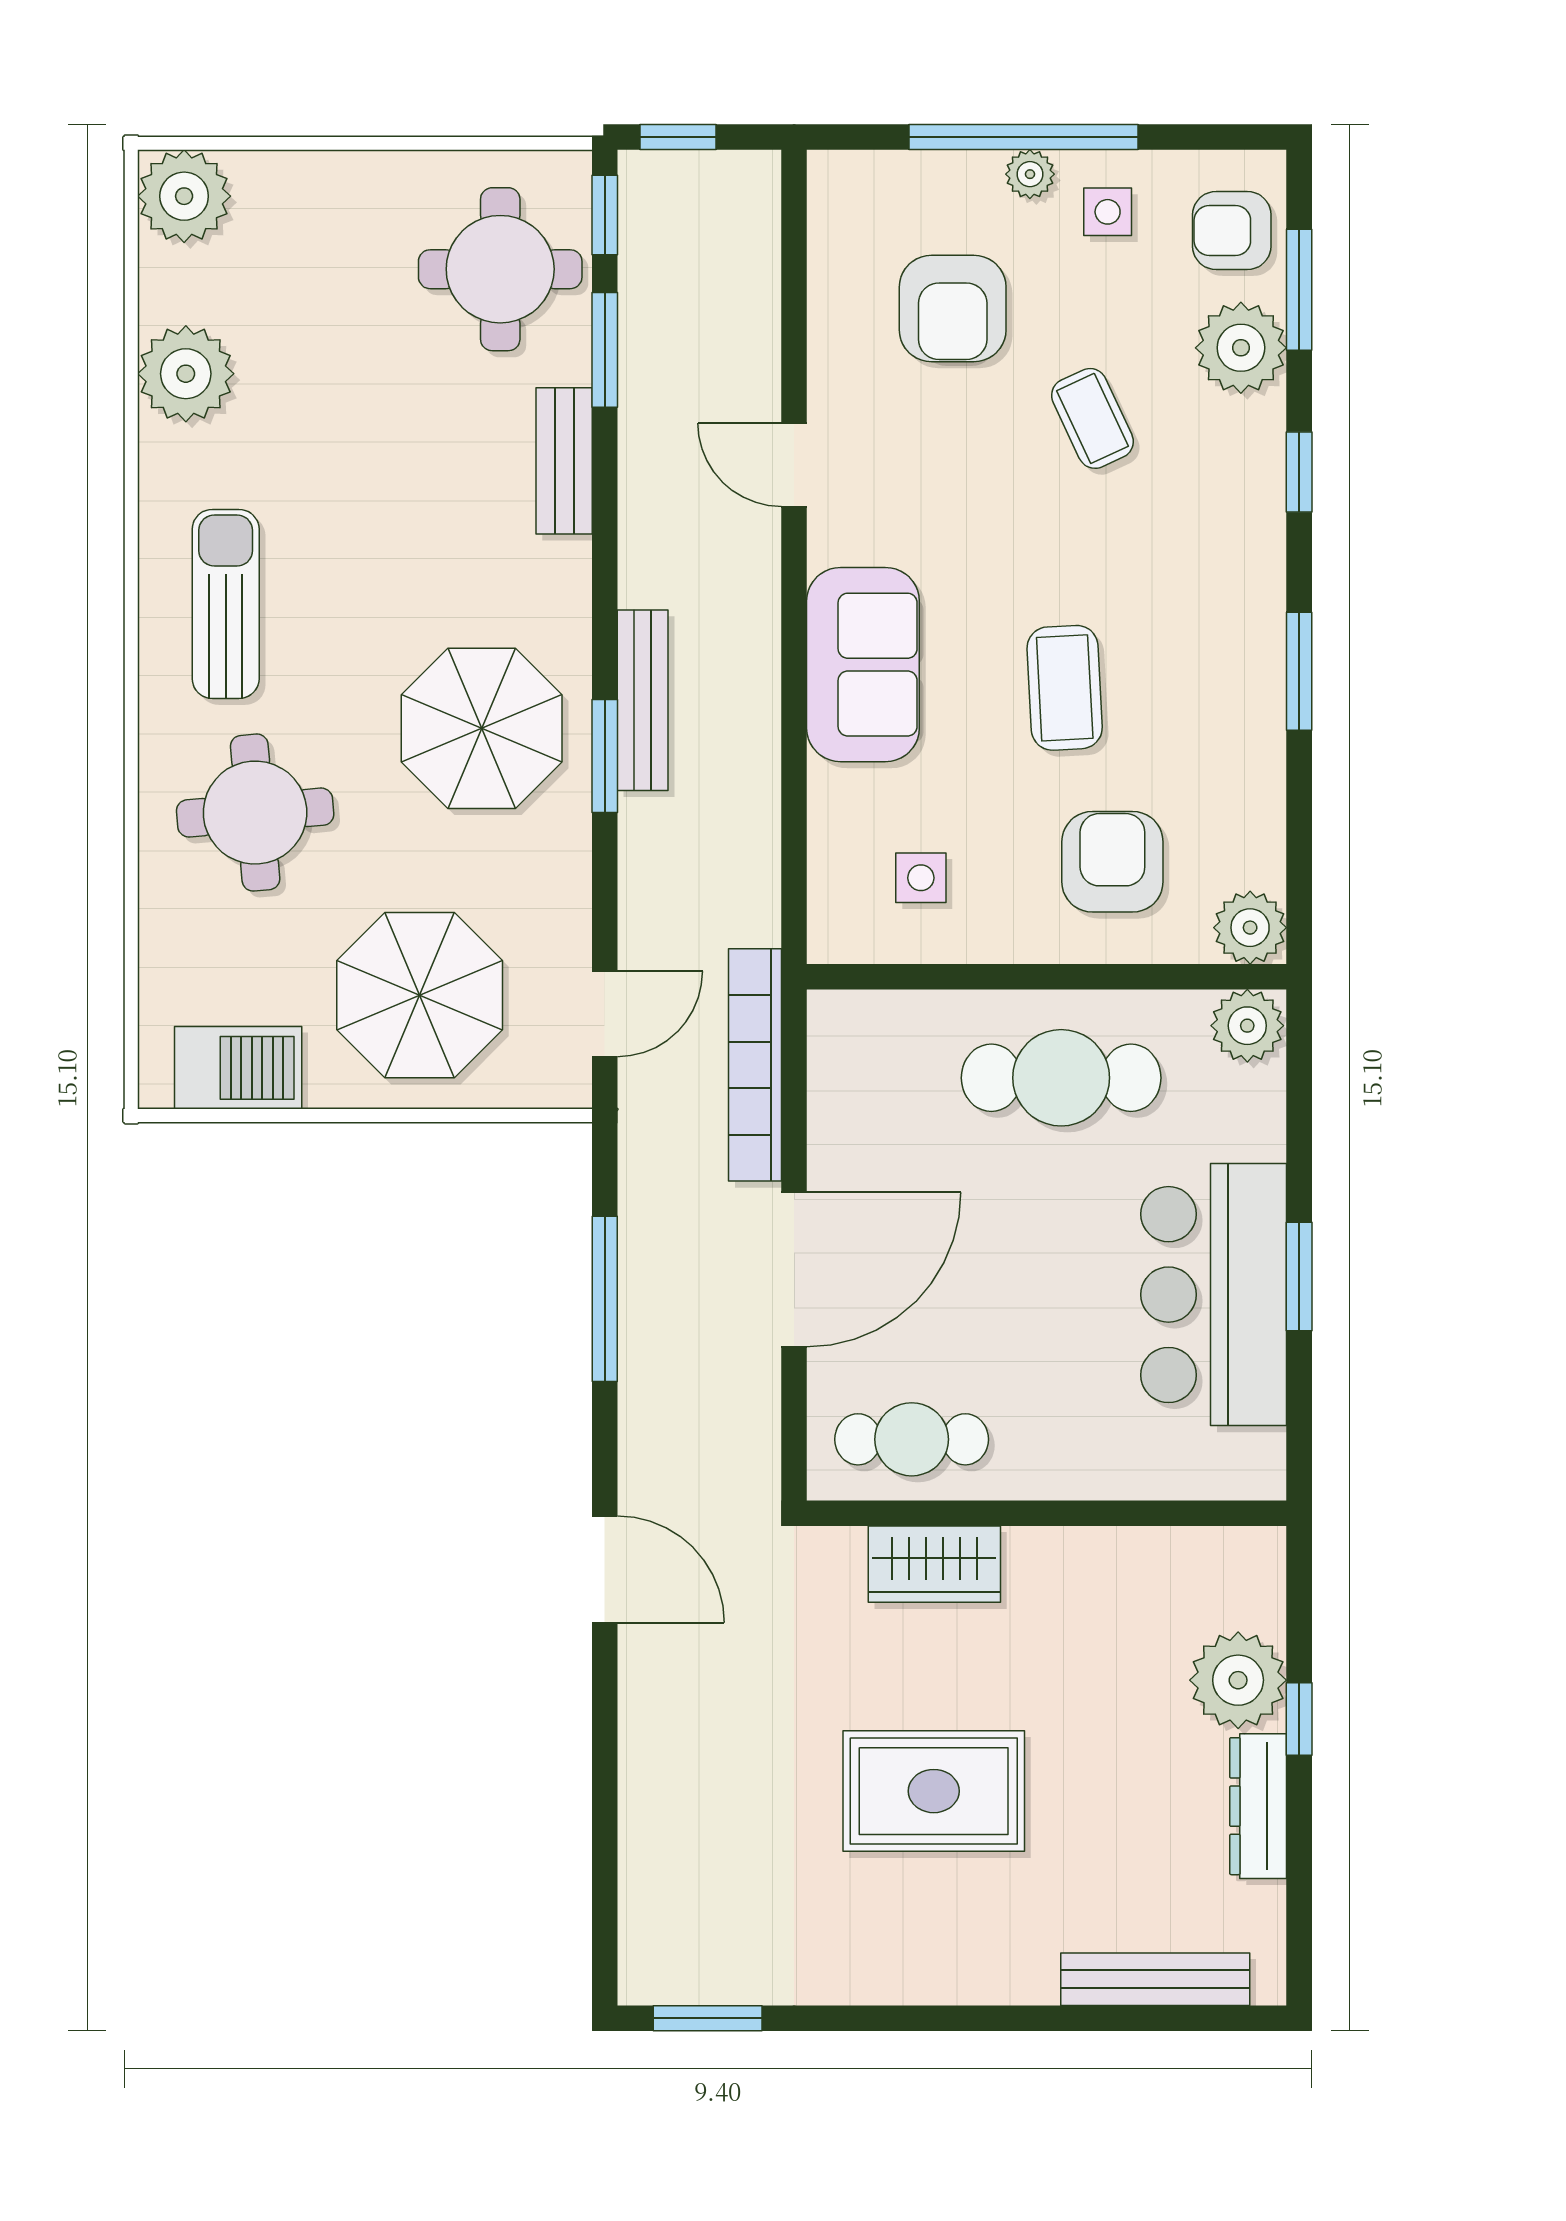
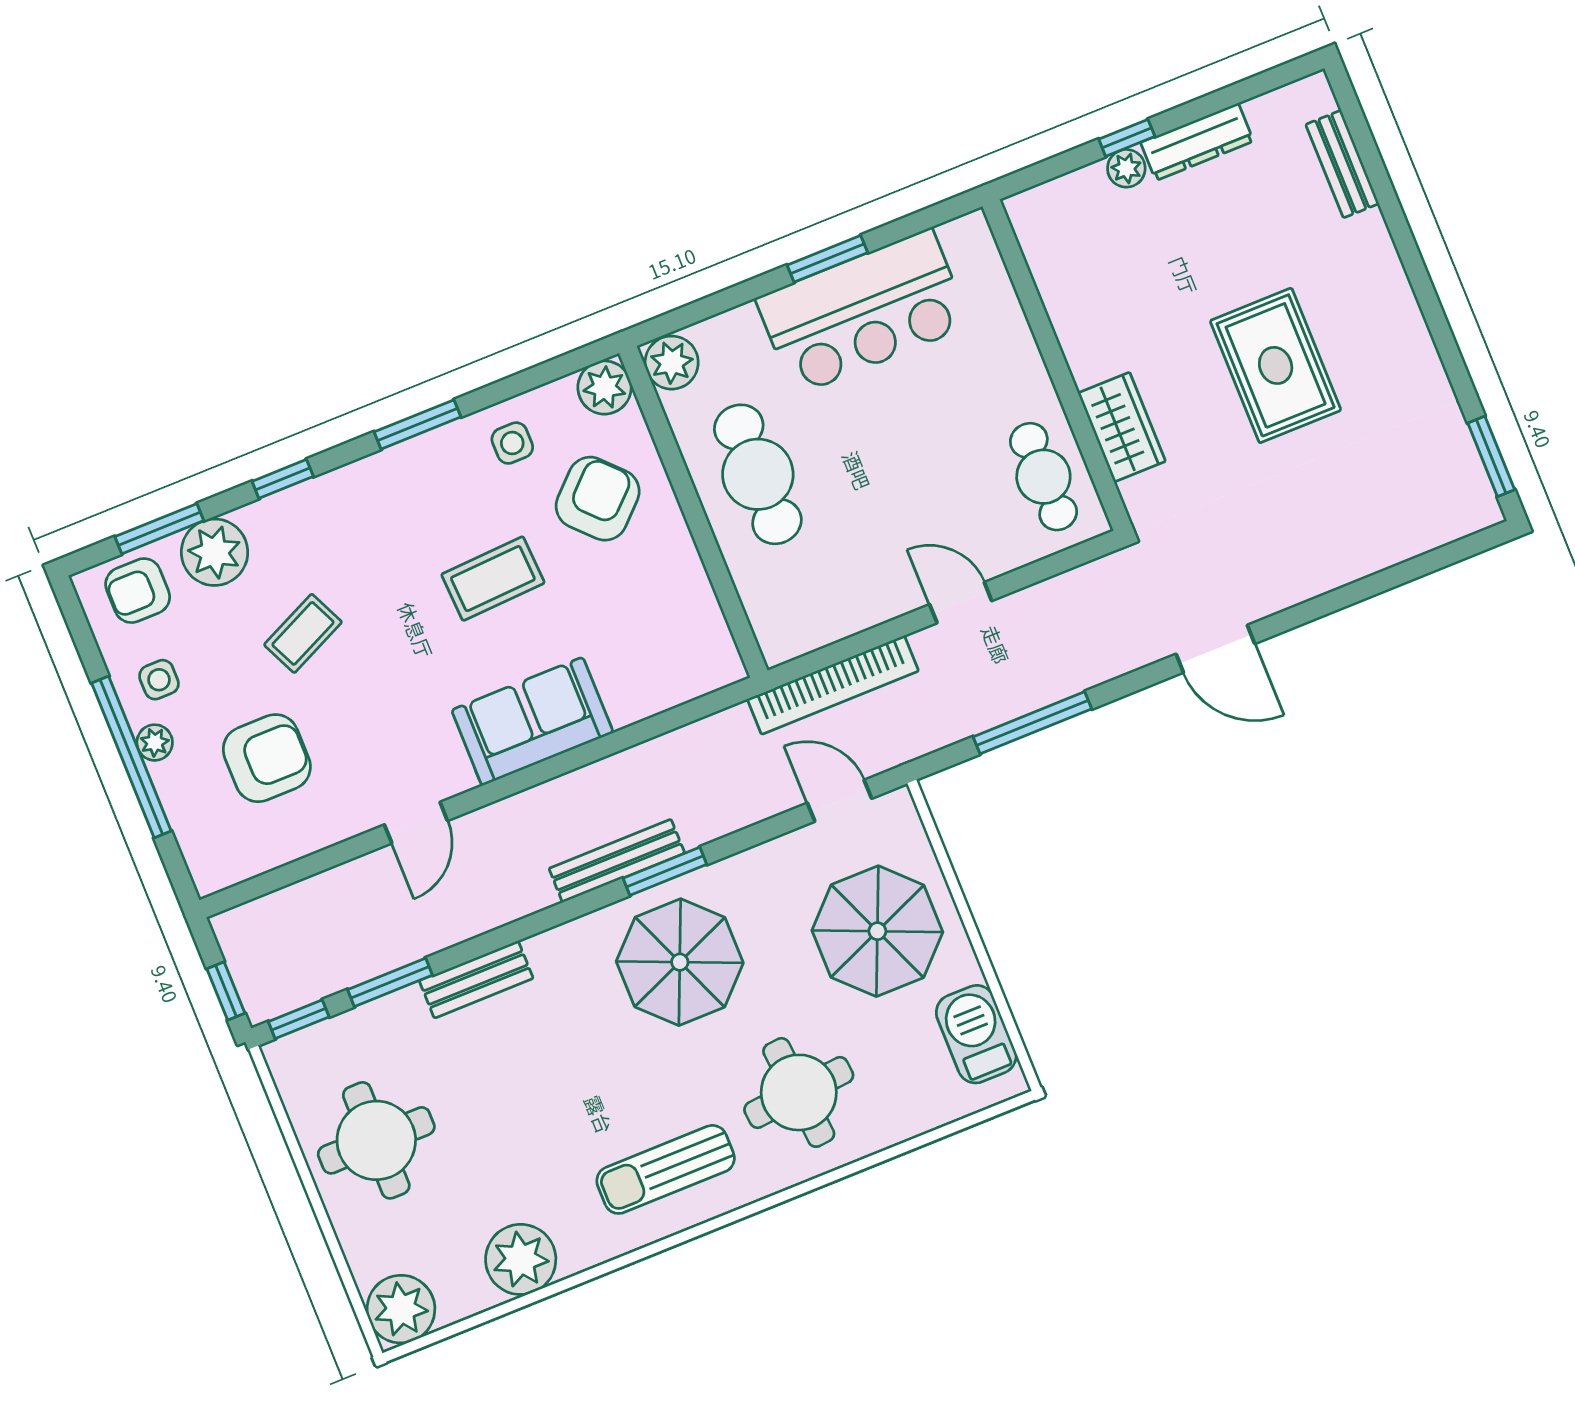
armchair: (1232, 230) -> (138, 591), turned 90
round table: (500, 269) -> (376, 1140), moved
armchair: (1112, 862) -> (598, 499), turned 136
side table: (921, 878) -> (512, 443), moved
door: (794, 1270) -> (961, 603), width x0.53
door: (605, 1569) -> (1215, 649), swing flipped
plant: (1238, 1680) -> (1126, 168), width x0.53, depth x0.53
bench: (1155, 1979) -> (1342, 164), width x0.73

